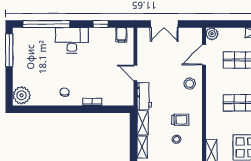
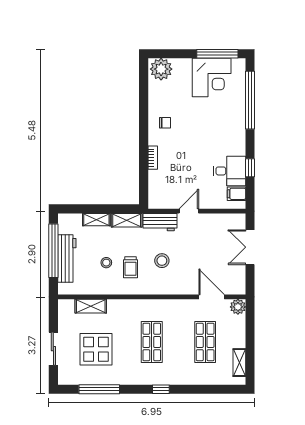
desk: (72, 40) -> (230, 171), moved, width x0.73
corner desk: (28, 55) -> (212, 77), added
stool: (190, 84) -> (162, 261), moved

